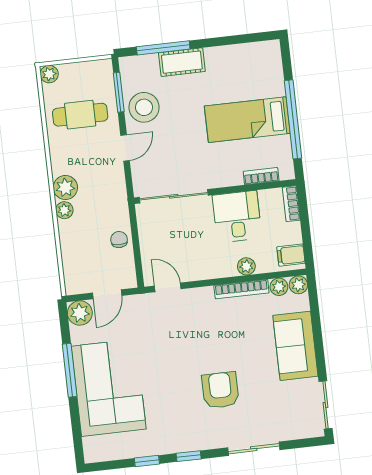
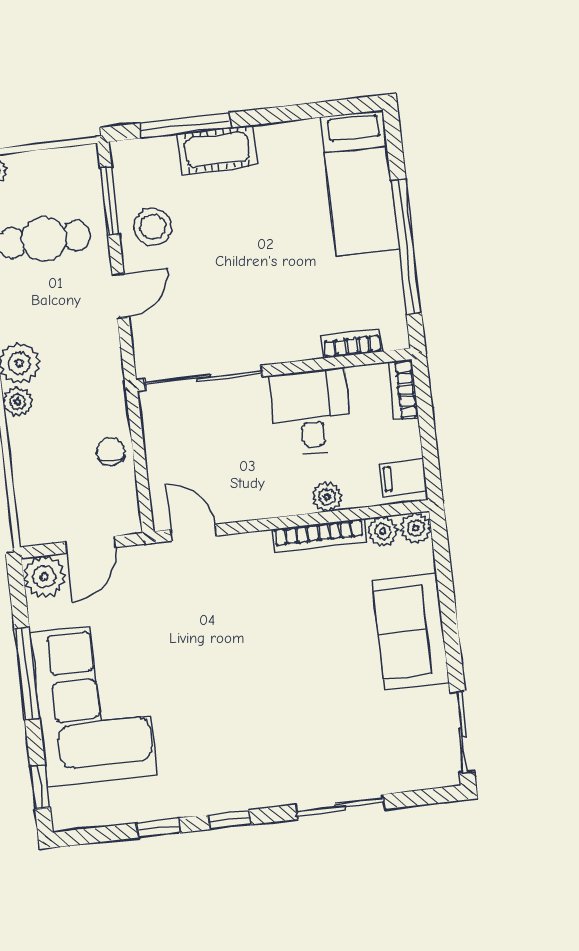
stool: (144, 107) -> (153, 227), width x0.73, depth x0.73
bed: (247, 120) -> (360, 183), moved, turned -90
armchair: (220, 390) -> (283, 707), removed
window: (77, 437) -> (40, 787), added

